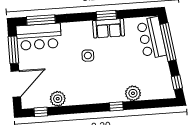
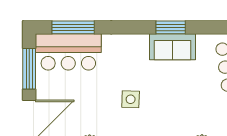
side table: (88, 56) -> (131, 99), moved

